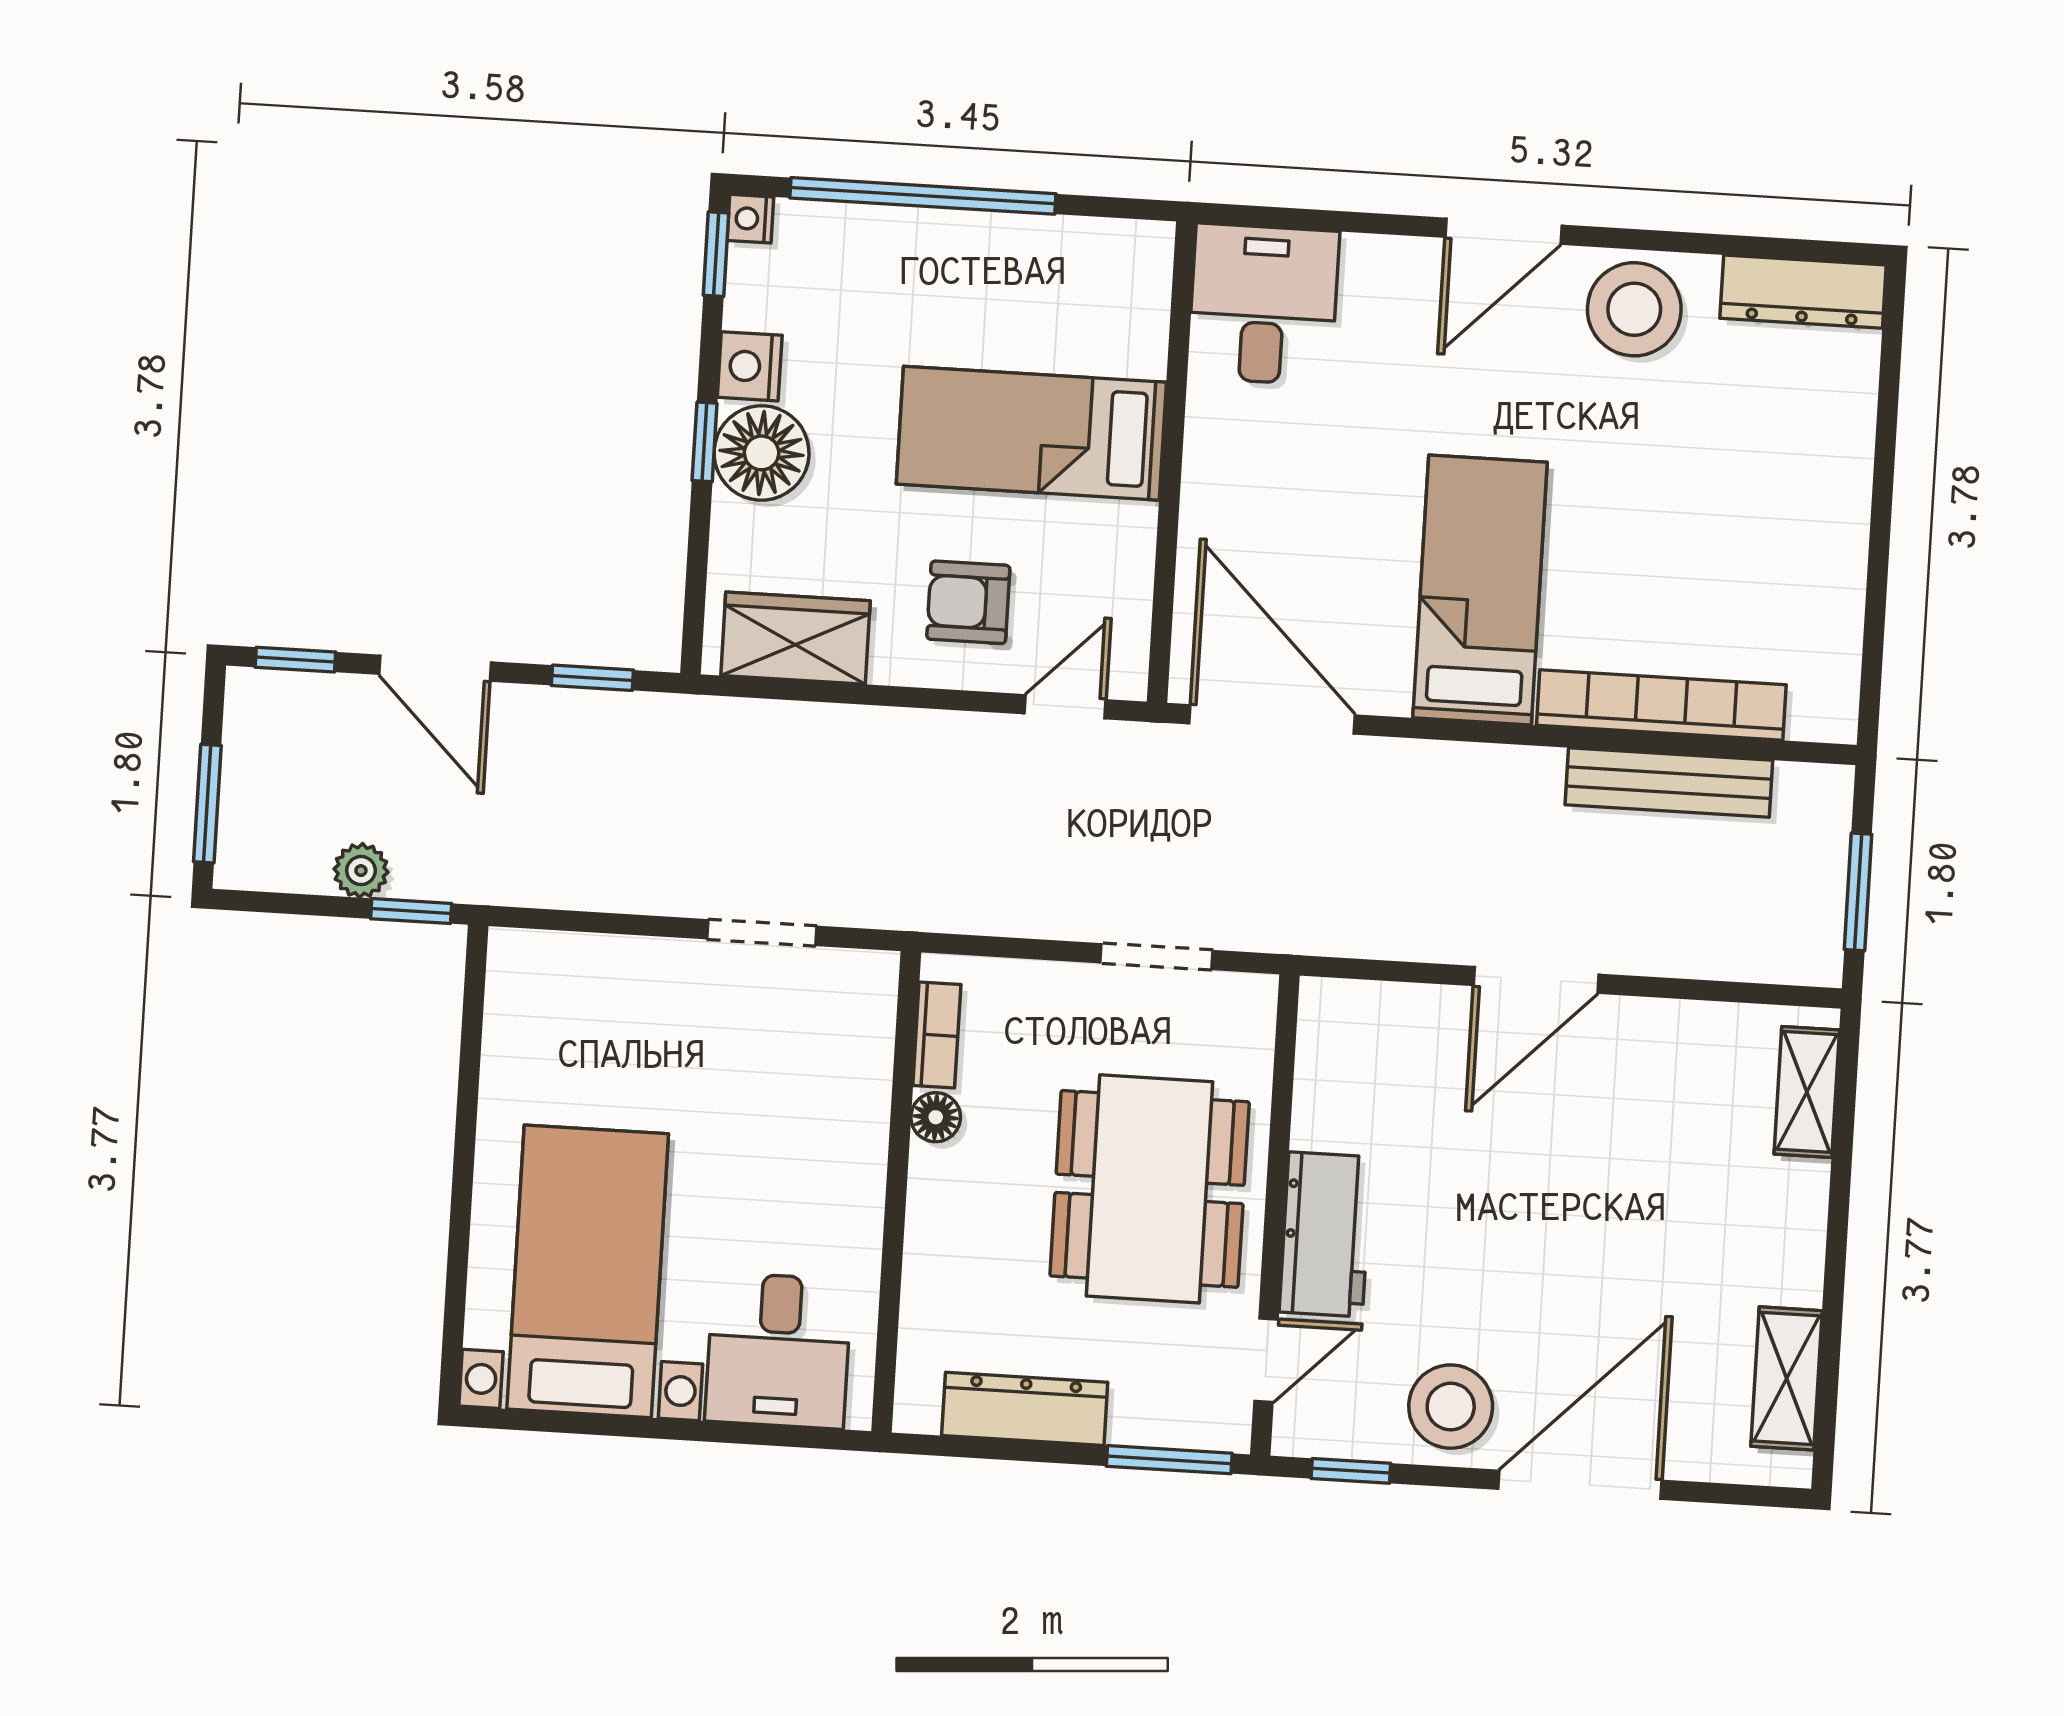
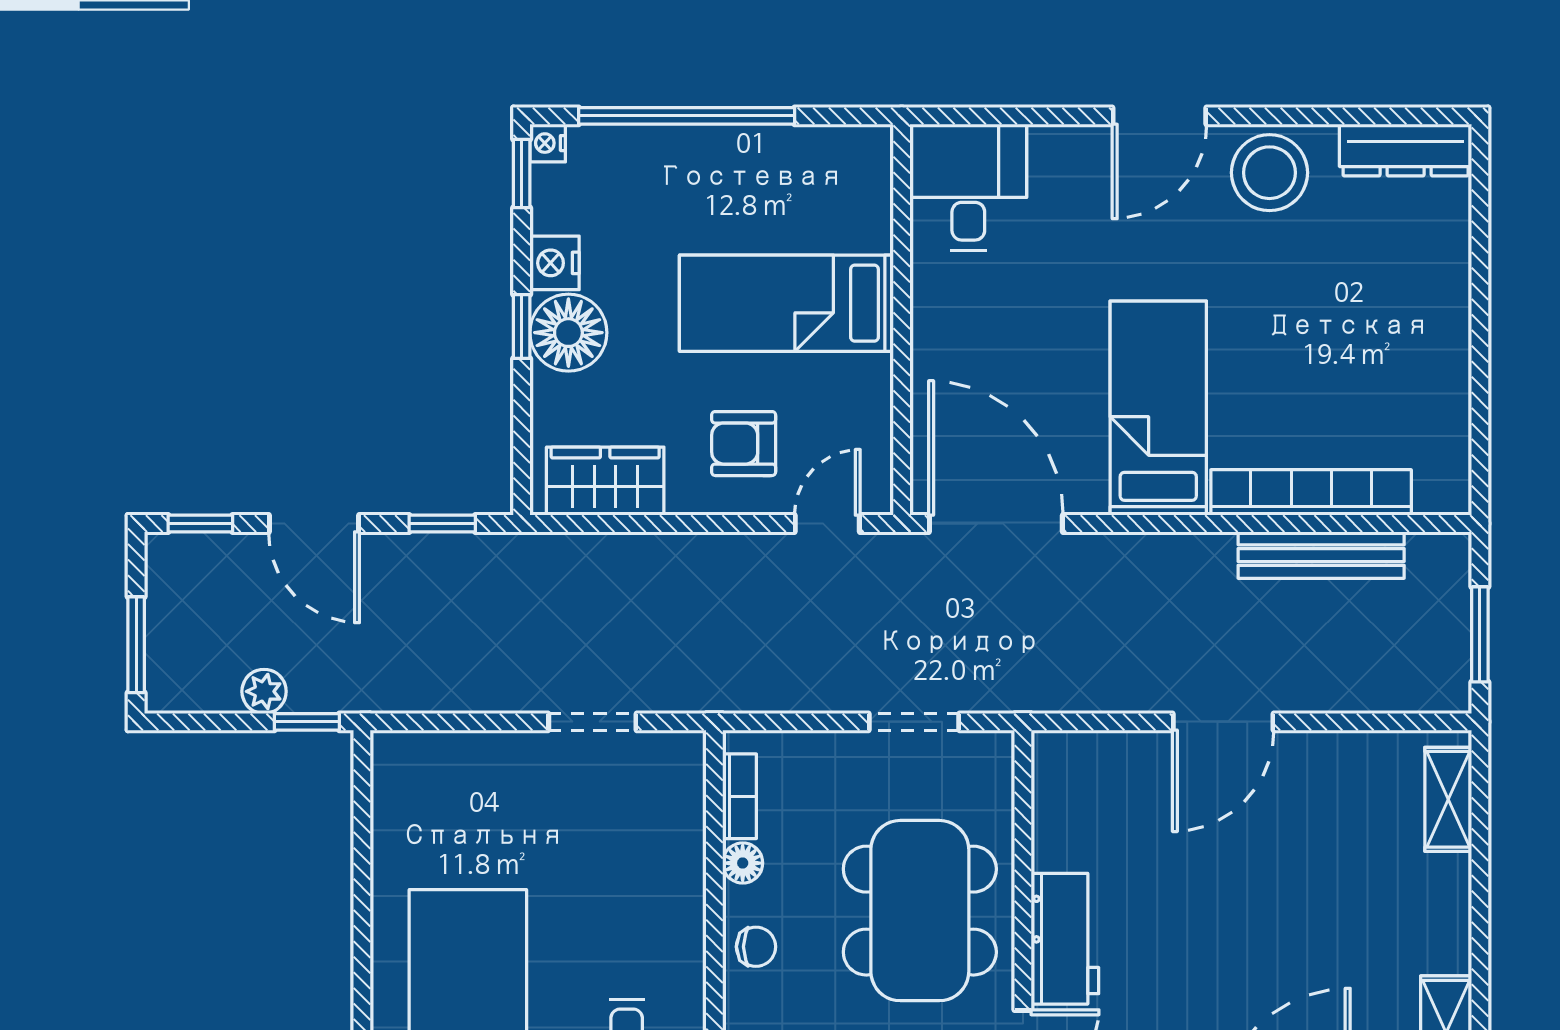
chair: (946, 1221) -> (756, 947), added

